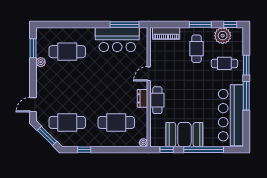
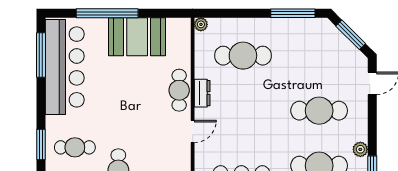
window: (246, 96) -> (41, 55), moved
cafe table: (67, 122) -> (319, 111), moved
window: (84, 150) -> (293, 13), width x2.17
window: (167, 150) -> (165, 13), removed

